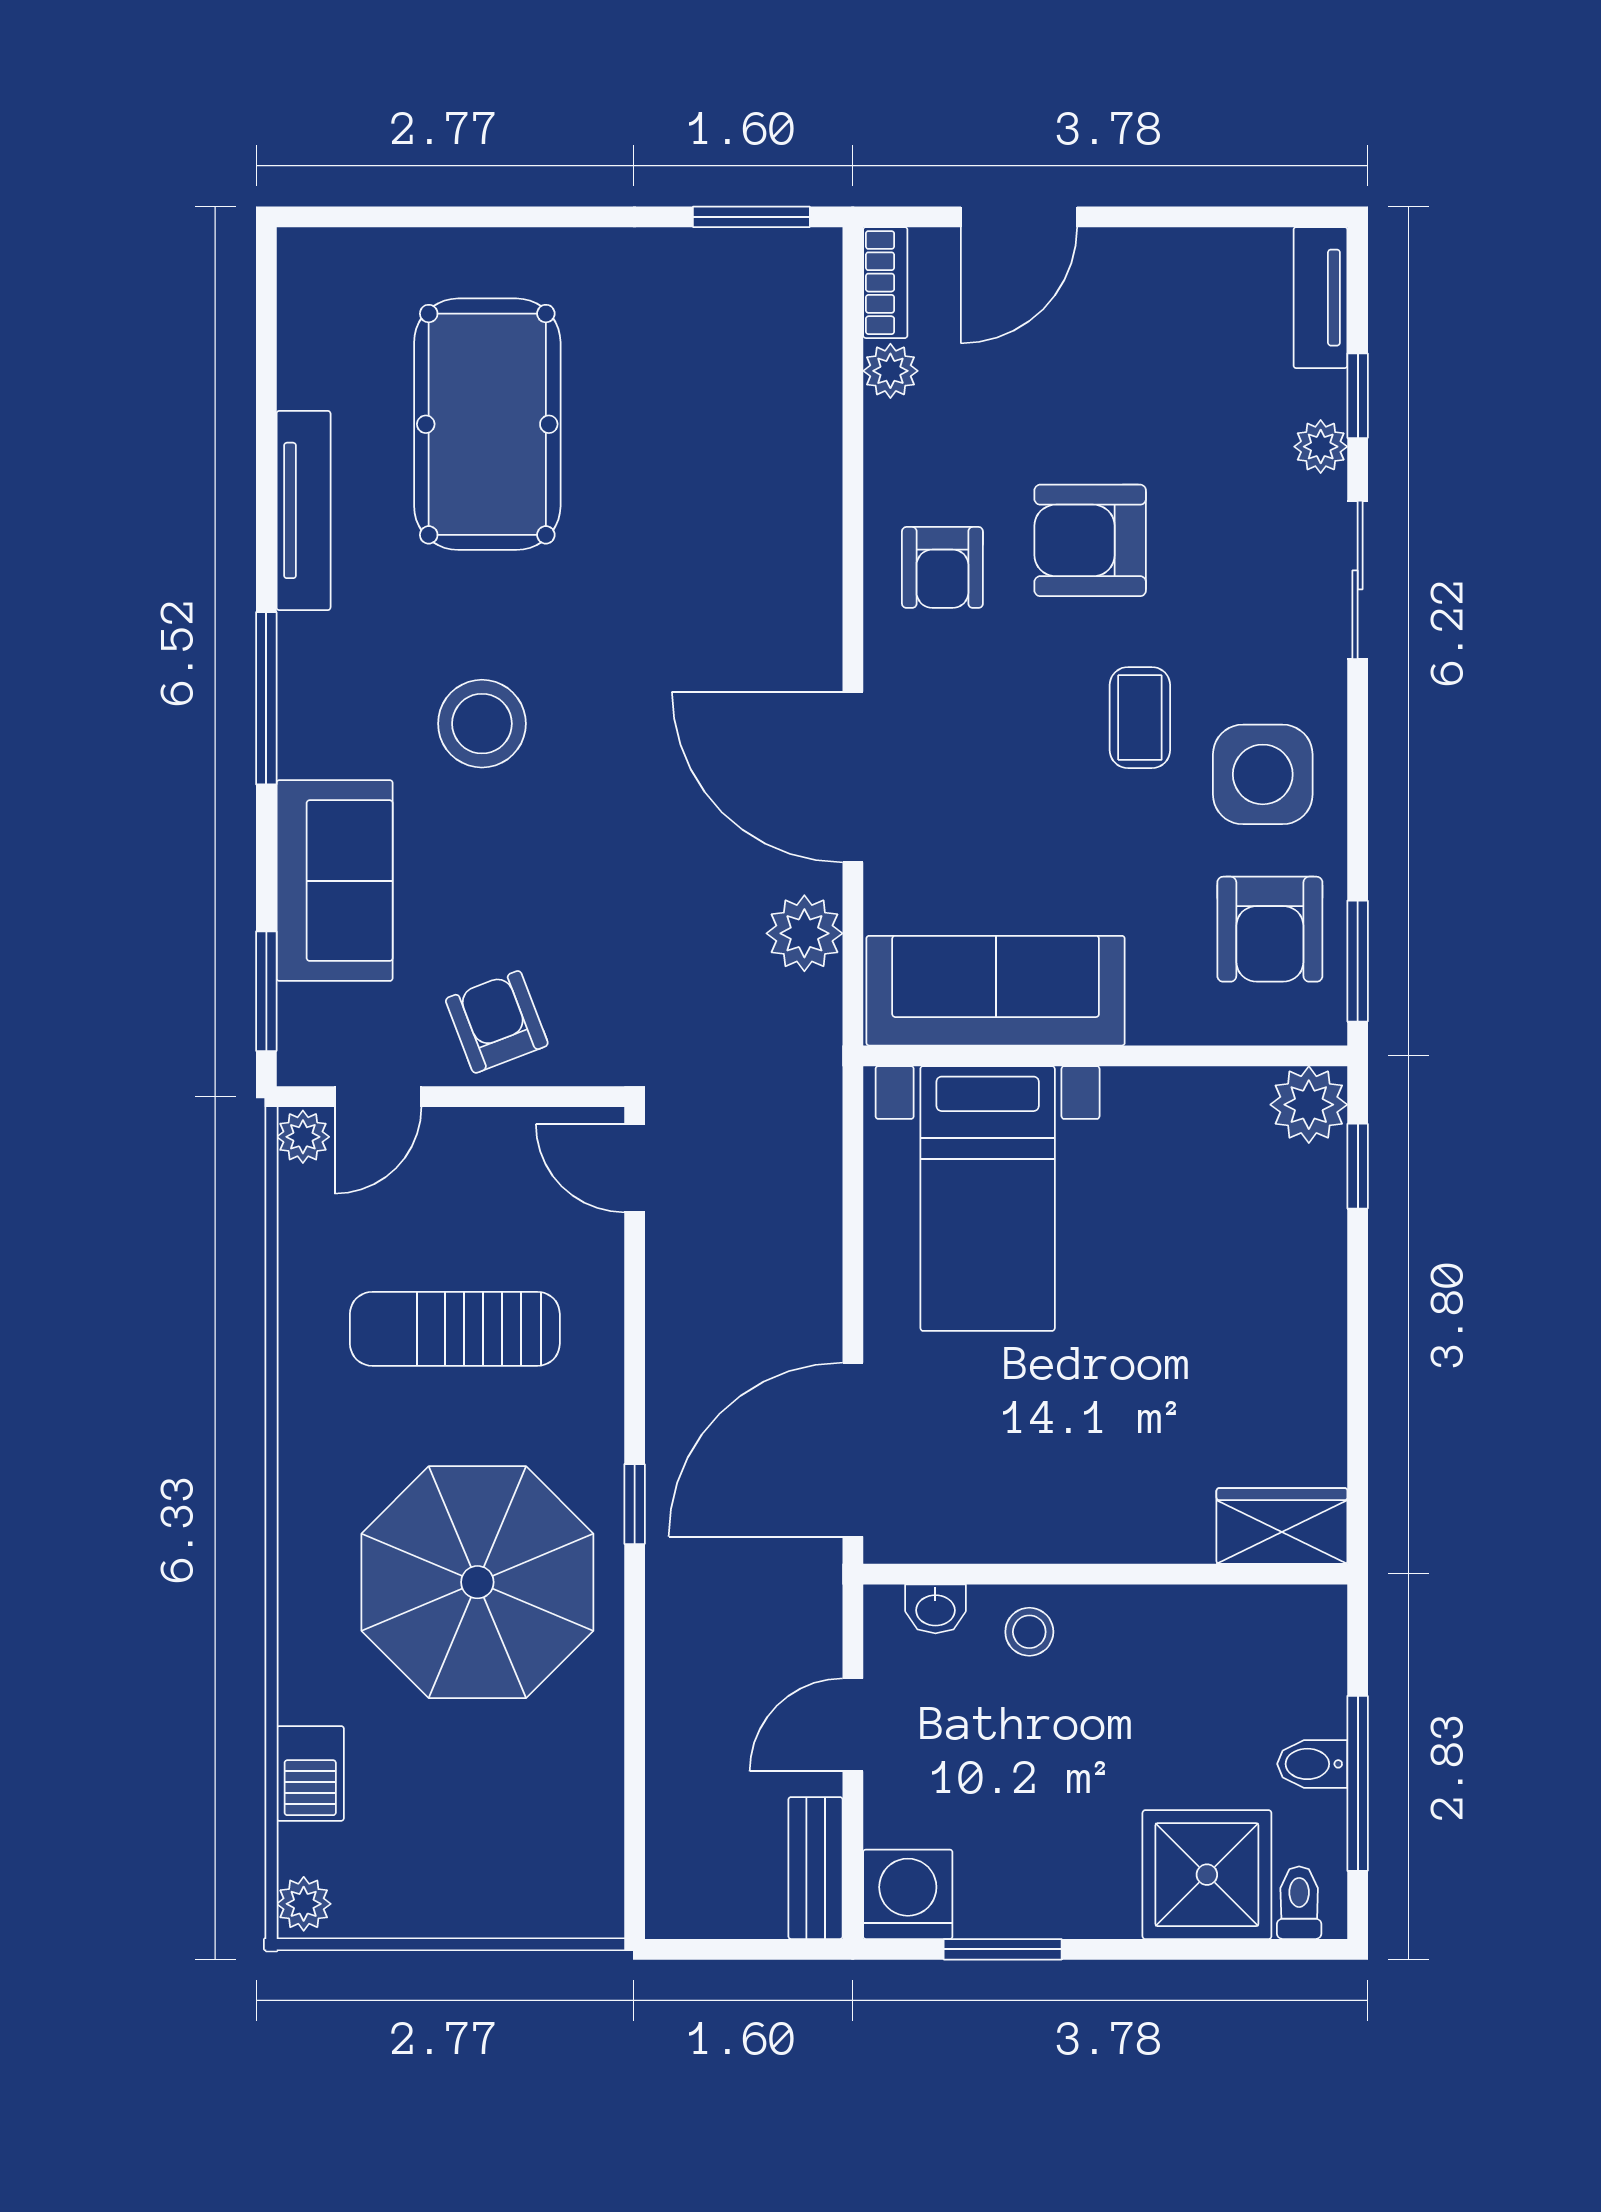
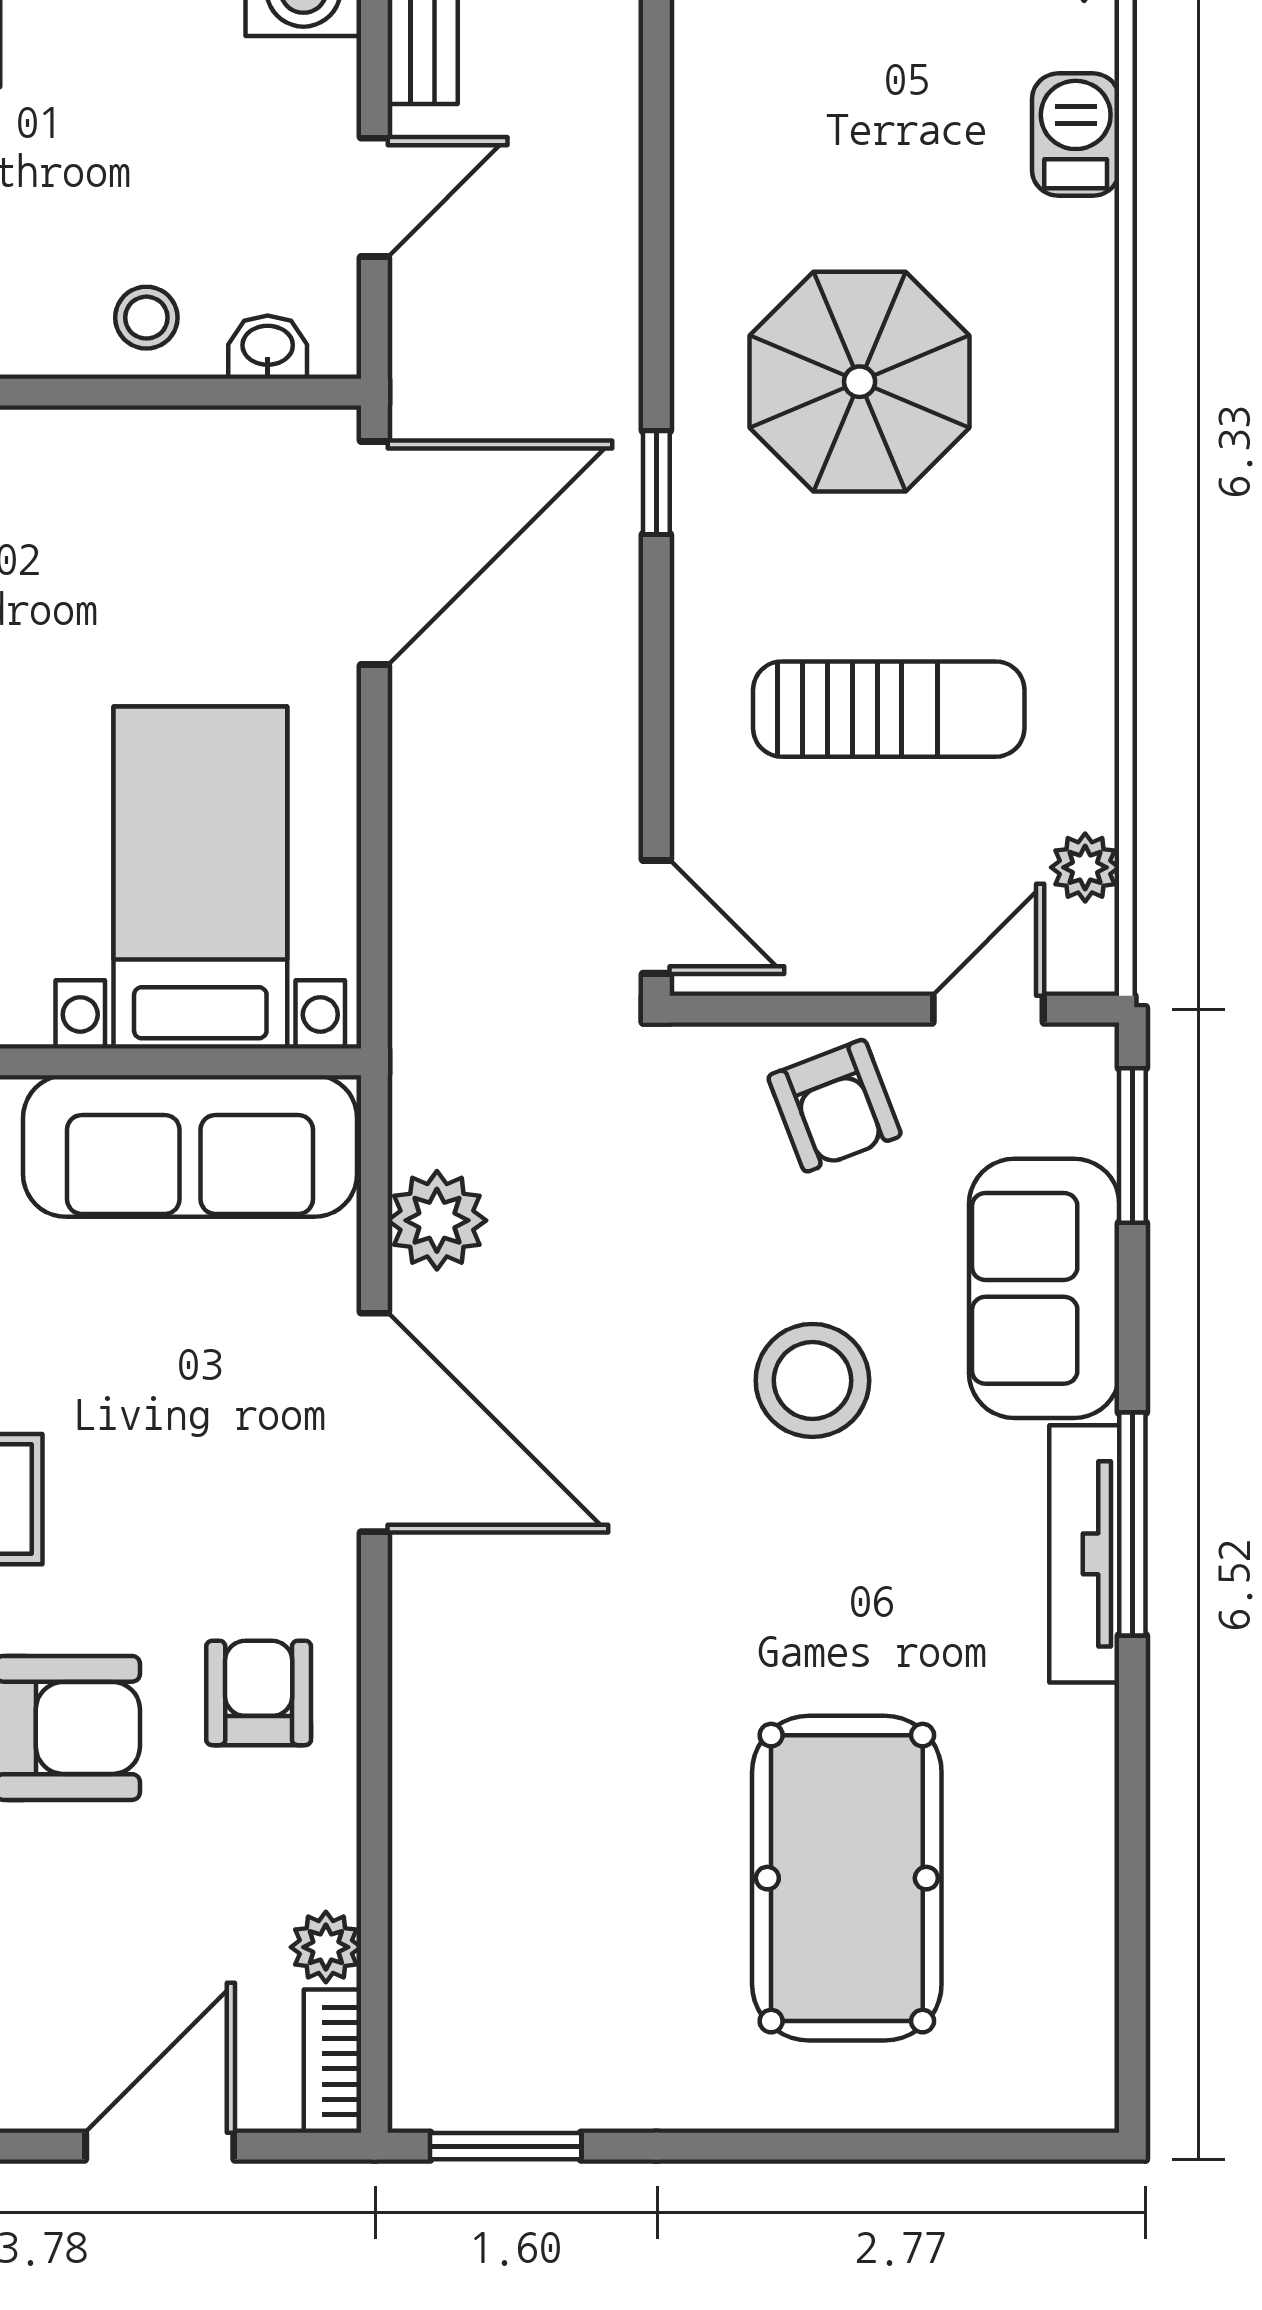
tv unit: (304, 510) -> (1084, 1554), moved
stool: (482, 724) -> (812, 1380), moved
plant: (303, 1137) -> (1085, 867), moved
parasol: (477, 1582) -> (860, 382), width x0.73, depth x0.73

